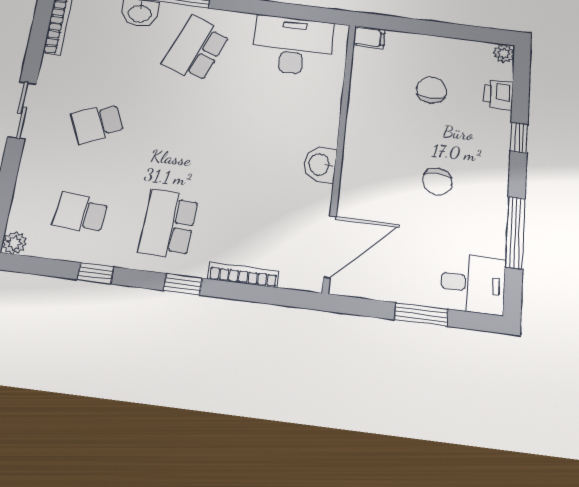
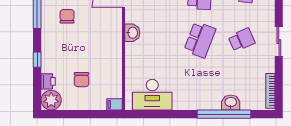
school desk: (196, 49) -> (200, 40), moved
plant: (504, 53) -> (51, 100), width x1.87, depth x1.87
chair: (437, 182) -> (67, 16), moved

